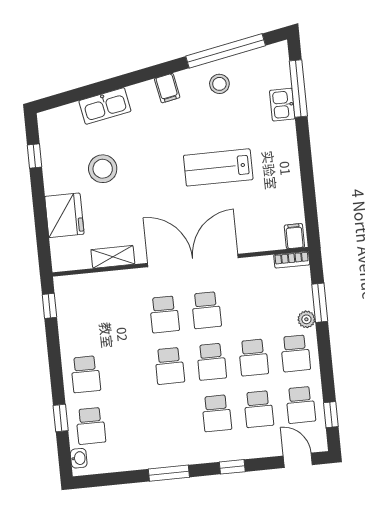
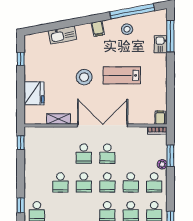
stool: (103, 169) -> (84, 77), moved
school desk: (86, 374) -> (60, 182), moved

